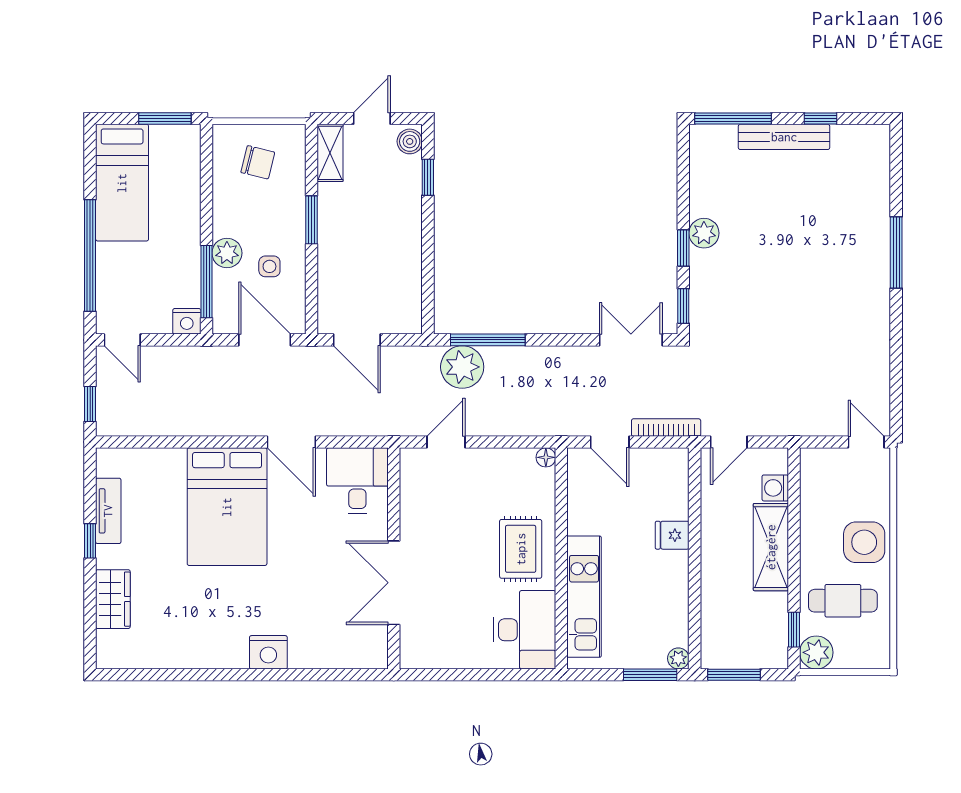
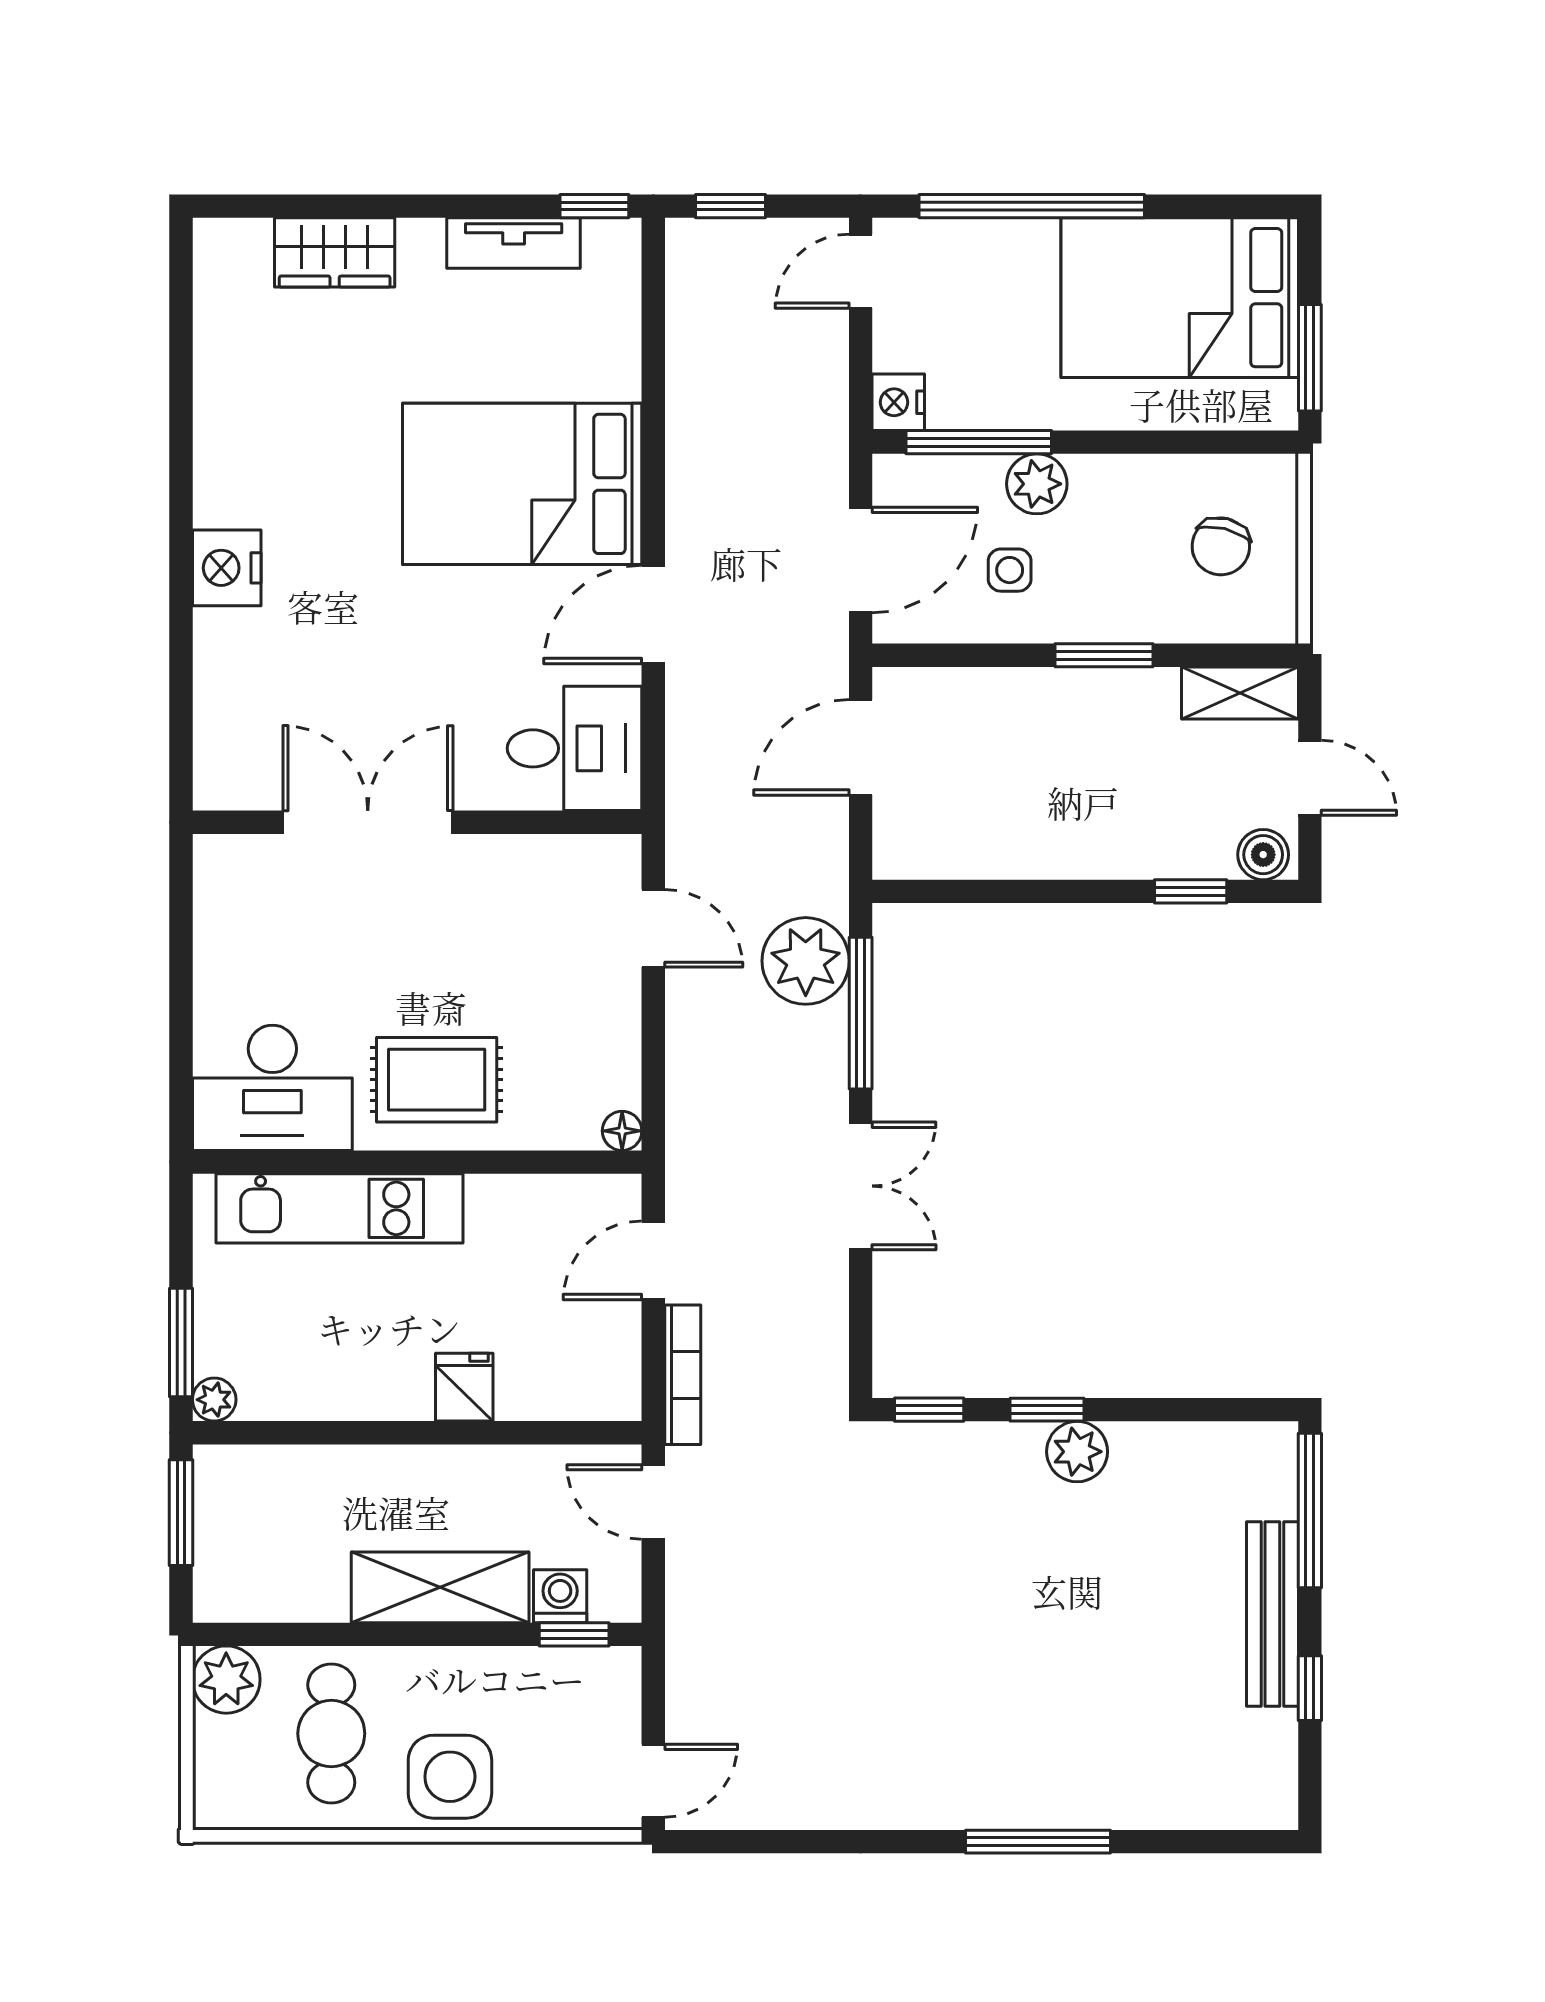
bed: (122, 183) -> (1180, 298), width x1.50
double door: (631, 340) -> (861, 1186), moved
window: (90, 541) -> (594, 206), moved
window: (794, 630) -> (574, 1634), moved

